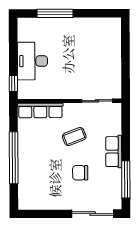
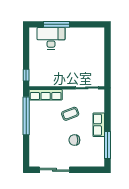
desk: (32, 61) -> (51, 38), moved, turned 90
window: (14, 158) -> (26, 116), moved
sliding door: (93, 214) -> (55, 170), moved

